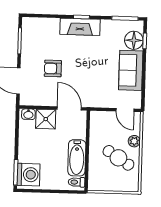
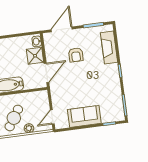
fireplace: (80, 27) -> (109, 48), moved
floor lamp: (134, 40) -> (108, 115), removed
armchair: (53, 68) -> (76, 55), turned 180

